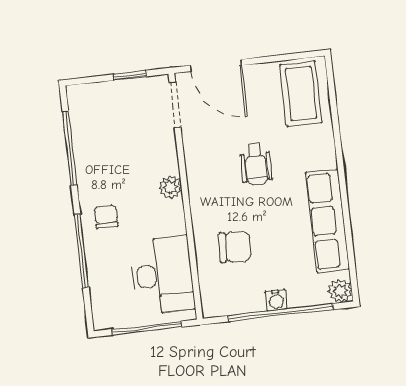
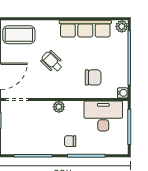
wheelchair: (256, 164) -> (52, 62), turned -136
chair: (235, 247) -> (93, 77), turned 87
water cooler: (276, 300) -> (123, 93), moved

